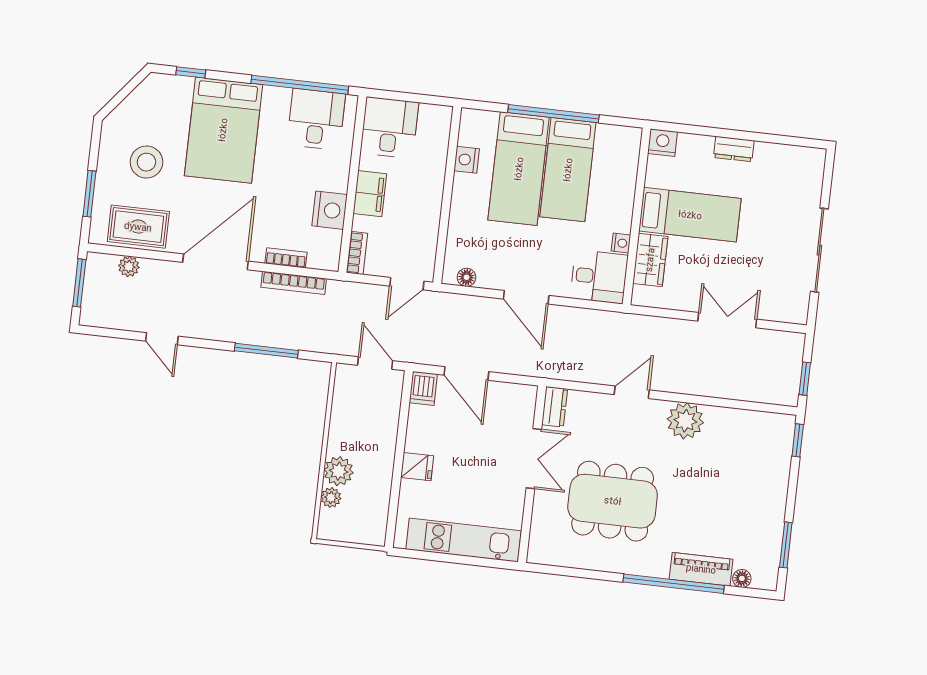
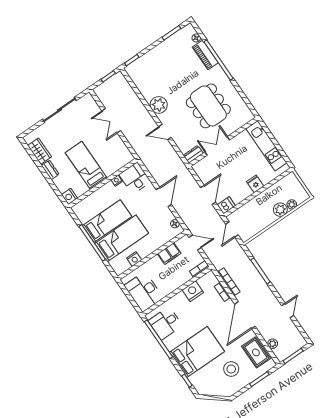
desk: (389, 128) -> (144, 292), width x1.37
filing cabinet: (370, 194) -> (169, 254), moved, turned 180
wardrobe: (650, 260) -> (40, 151), moved, turned 90
door: (215, 262) -> (245, 315), hinge flipped

